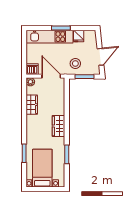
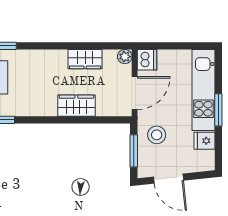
wardrobe: (59, 126) -> (76, 106), moved

